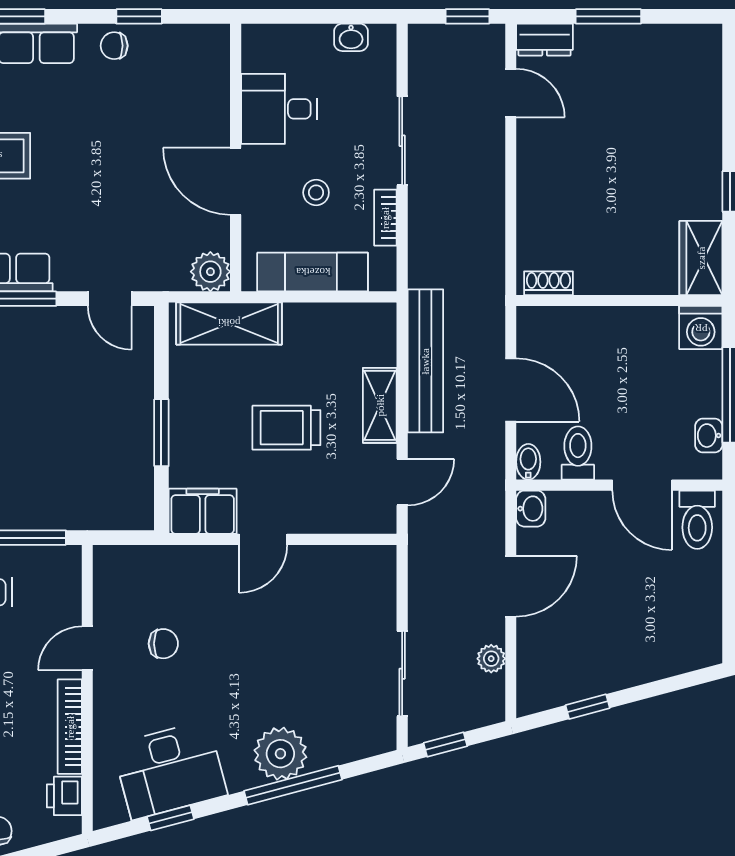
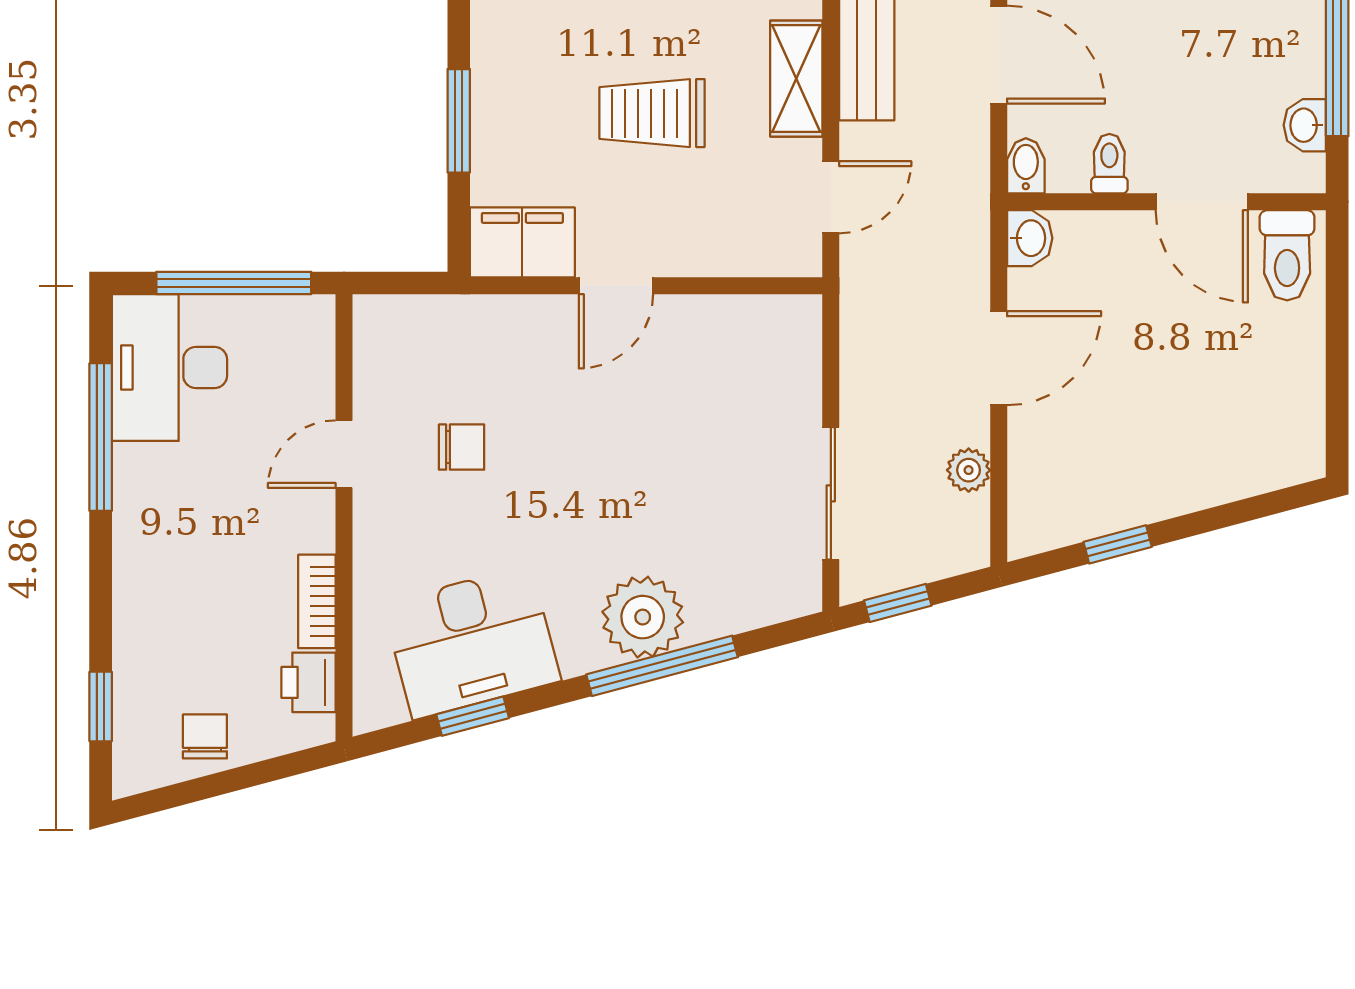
toilet: (578, 453) -> (1109, 164), width x0.73, depth x0.72
bookcase: (70, 727) -> (317, 601), width x0.64

